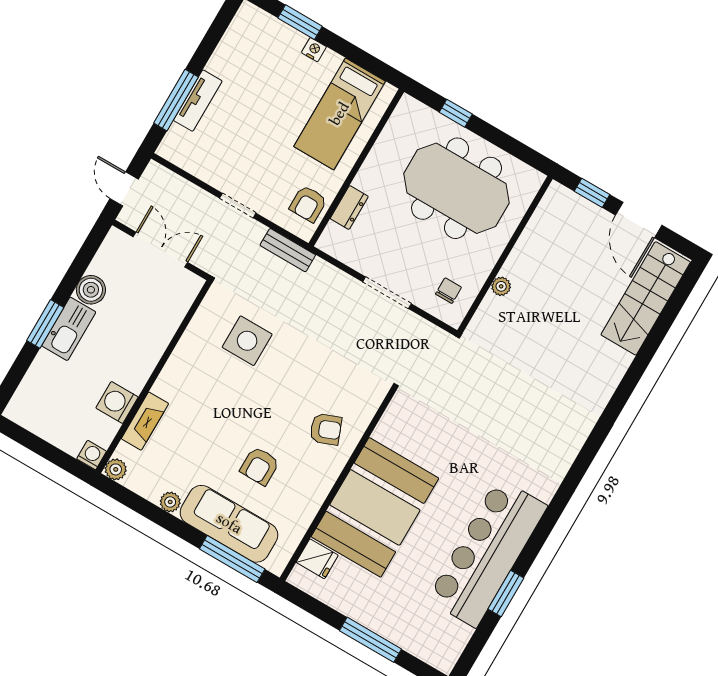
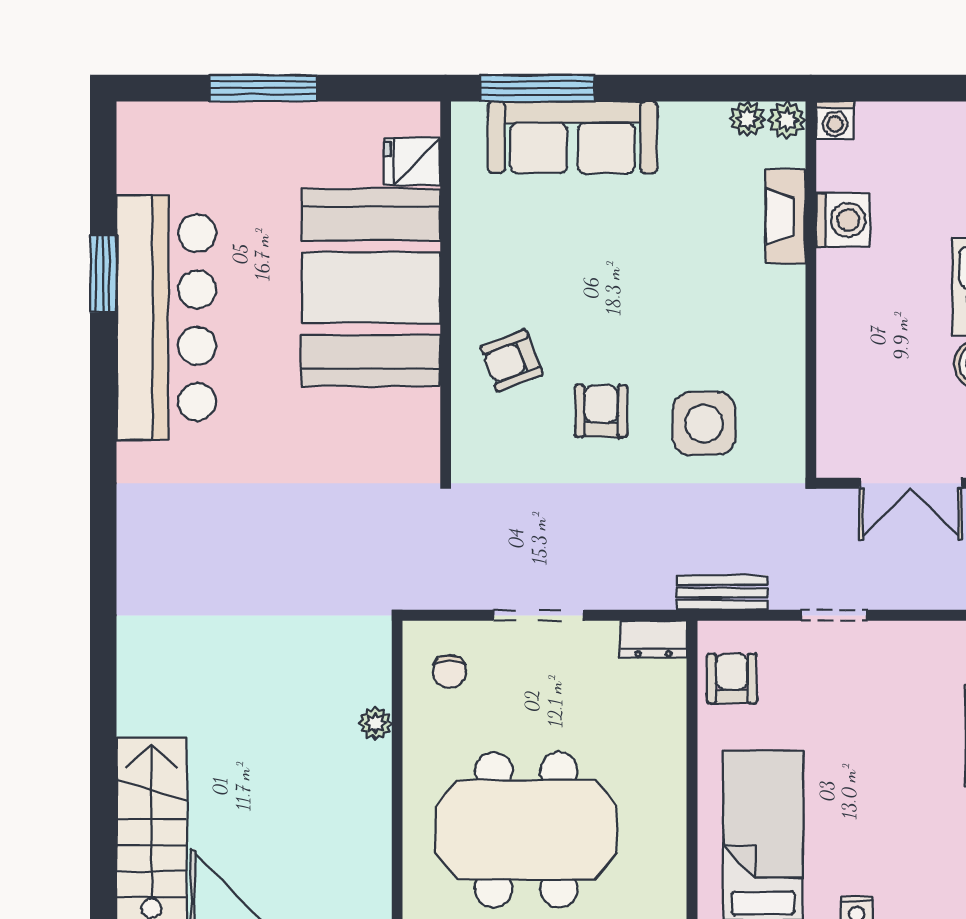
dresser: (349, 208) -> (653, 639), moved, turned -90
armchair: (260, 466) -> (601, 411), moved
plant: (170, 502) -> (747, 119), moved

